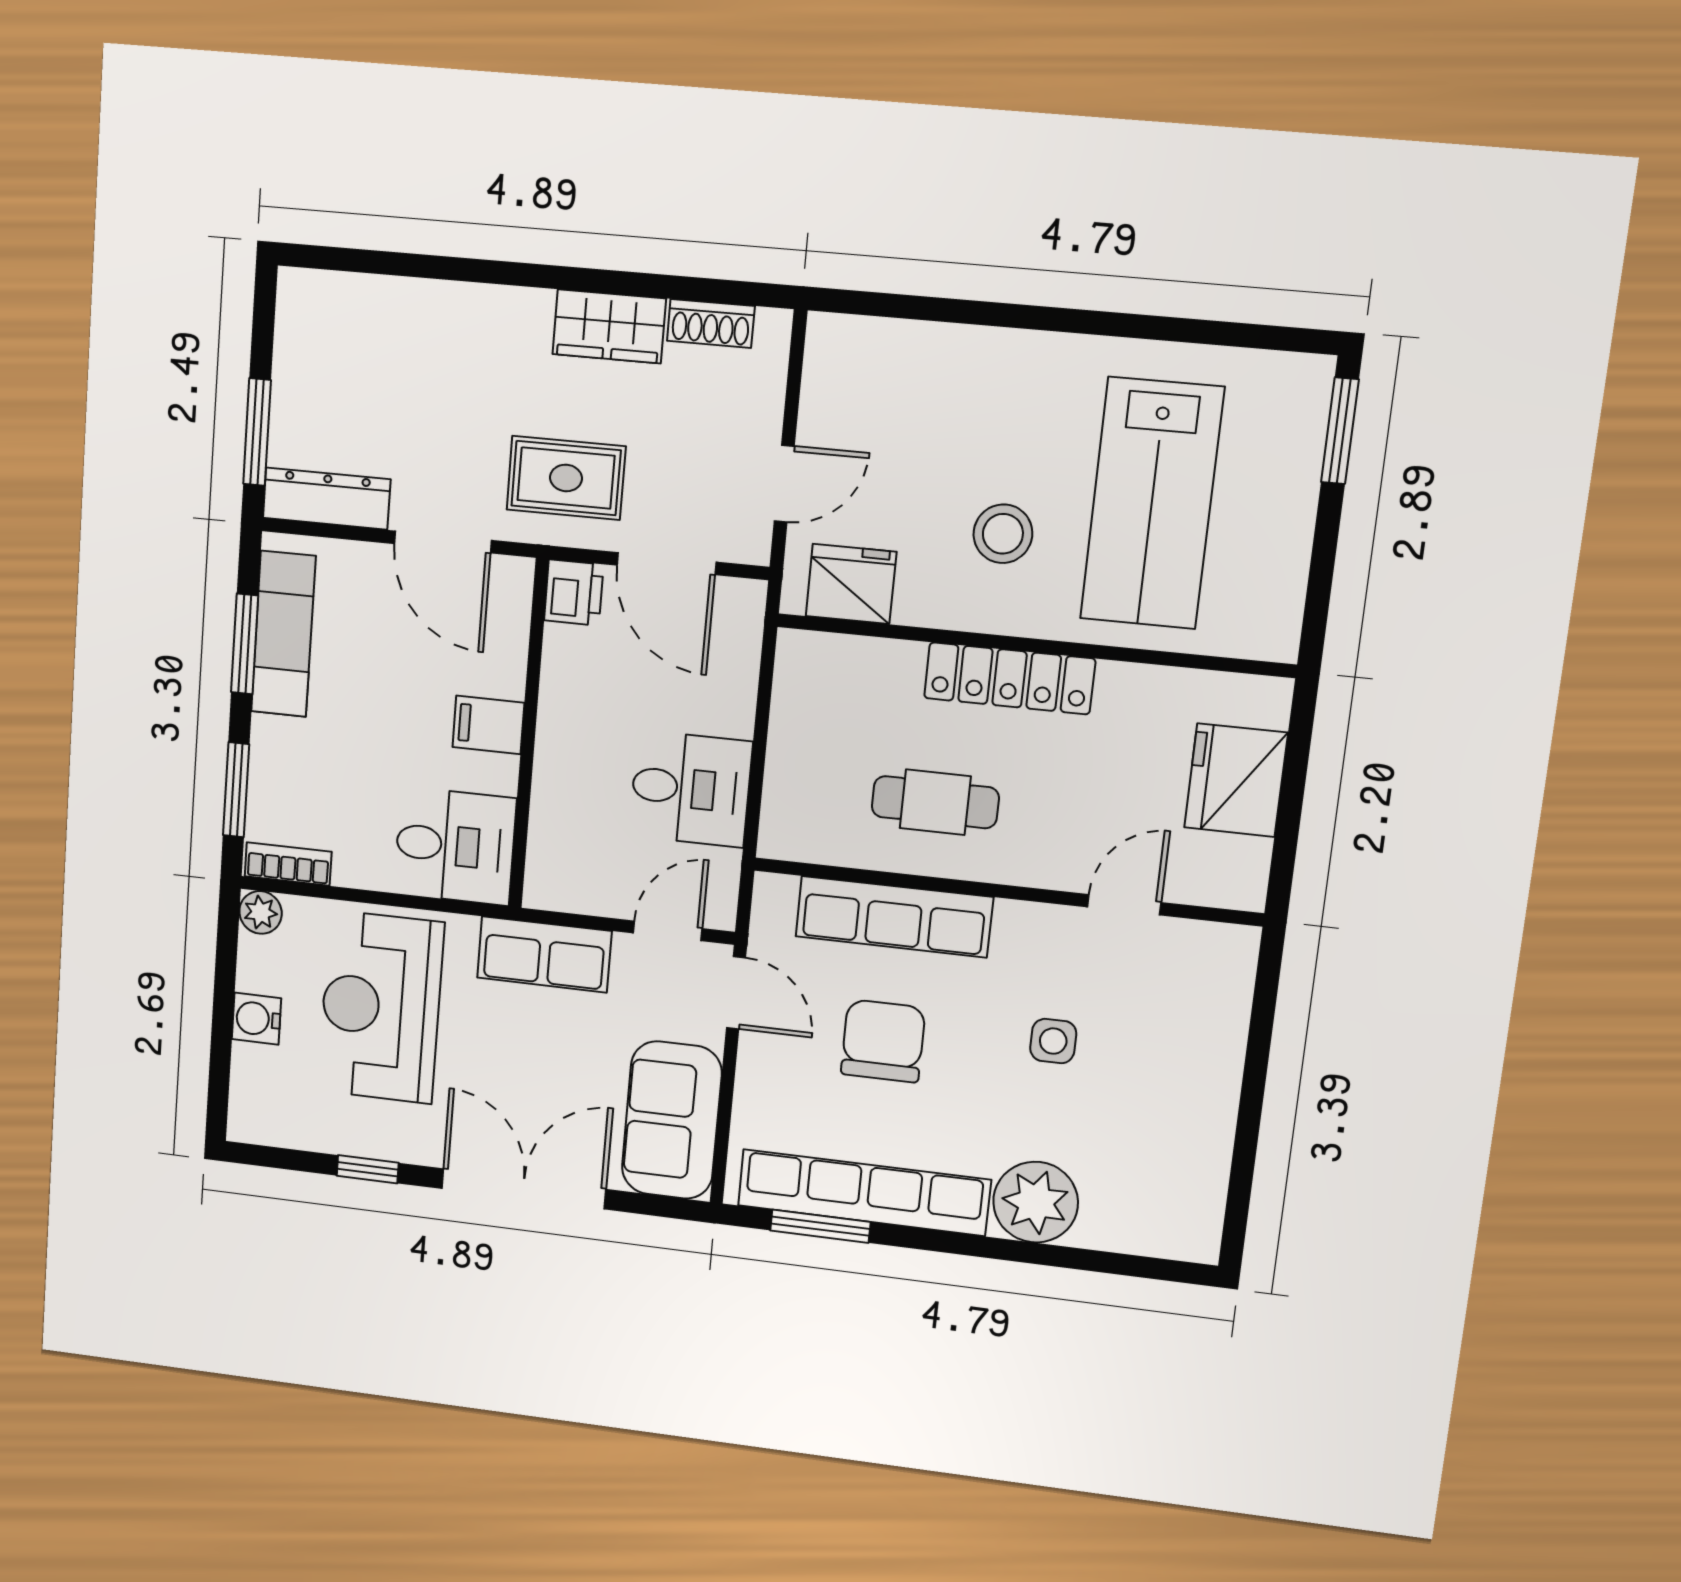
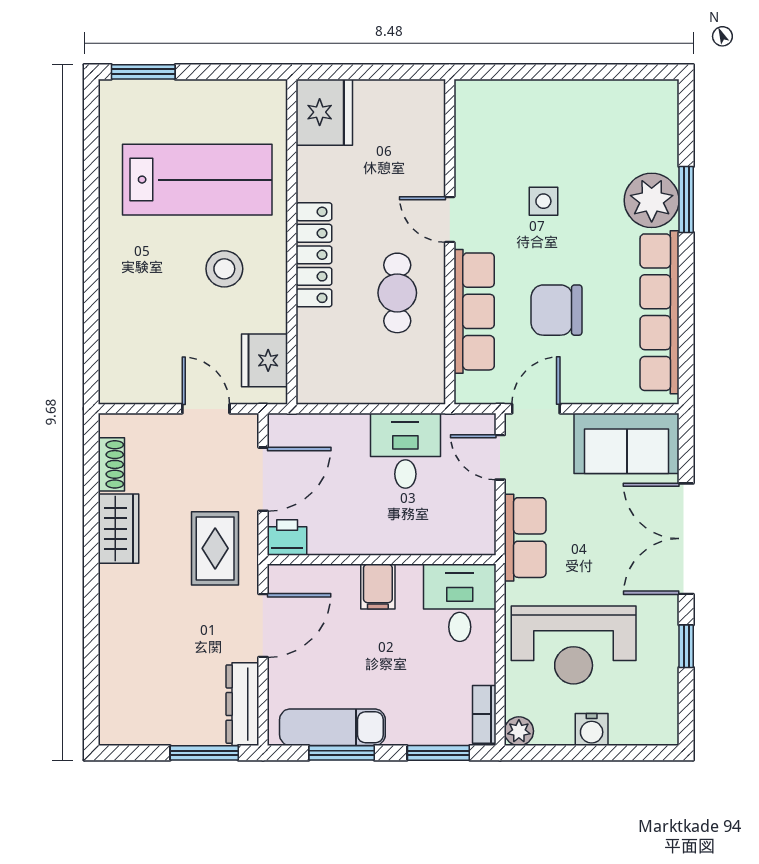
fridge: (1236, 780) -> (324, 112), moved, turned -90
door: (1124, 905) -> (450, 219), moved
window: (820, 1226) -> (686, 199), moved

